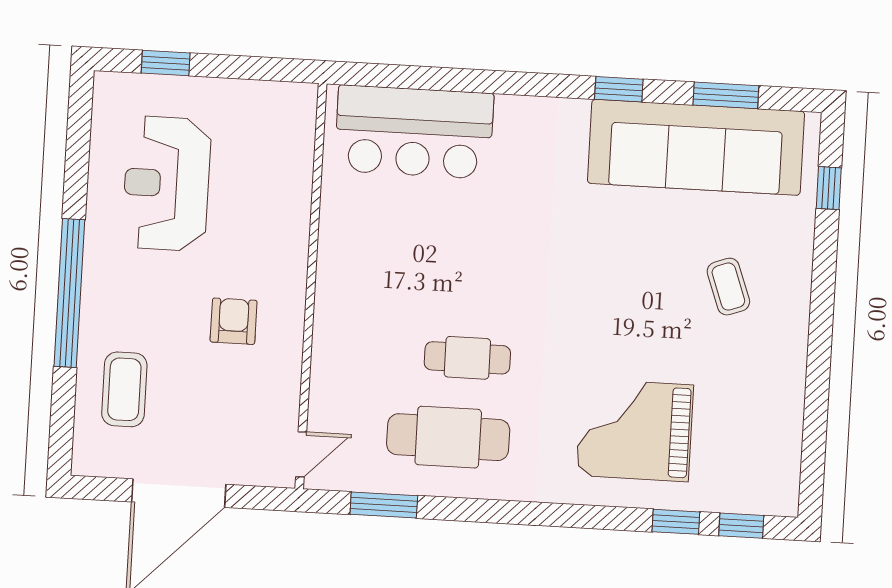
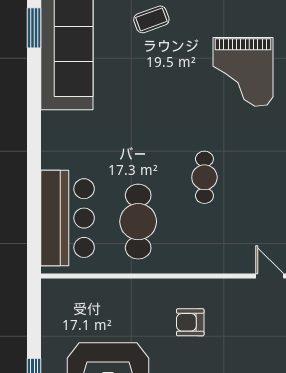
window: (619, 89) -> (34, 94), removed
cafe table: (448, 437) -> (138, 222), moved

